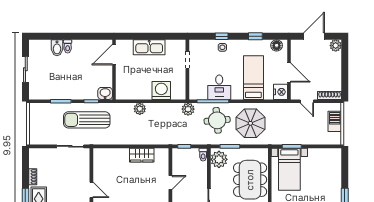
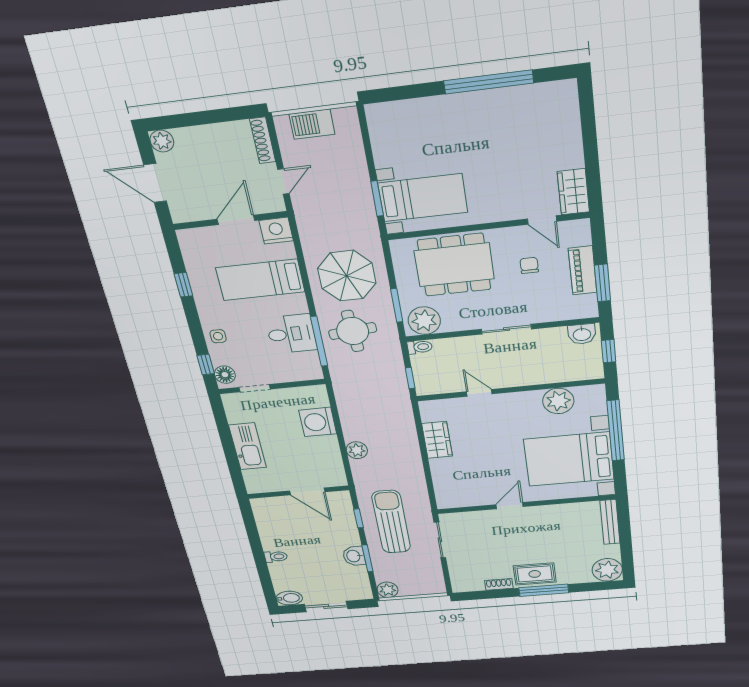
window: (222, 36) -> (206, 365), moved
floor lamp: (277, 45) -> (225, 375), moved
bidet: (57, 48) -> (289, 598), moved
door: (114, 55) -> (307, 491), moved
washbasin: (105, 93) -> (354, 556), moved
plant: (188, 109) -> (388, 590), moved
sun lounger: (87, 120) -> (391, 522), turned 180

